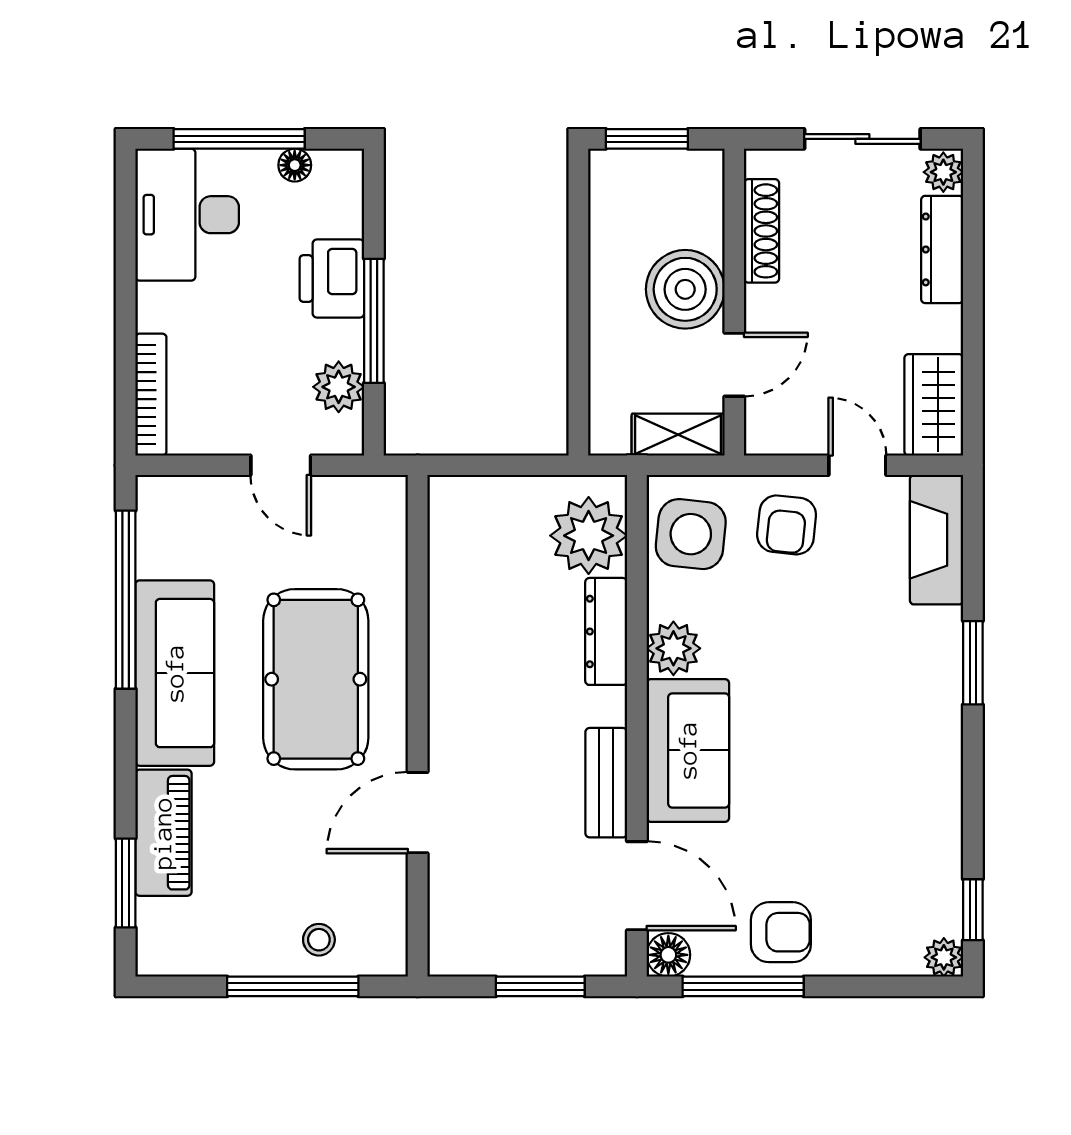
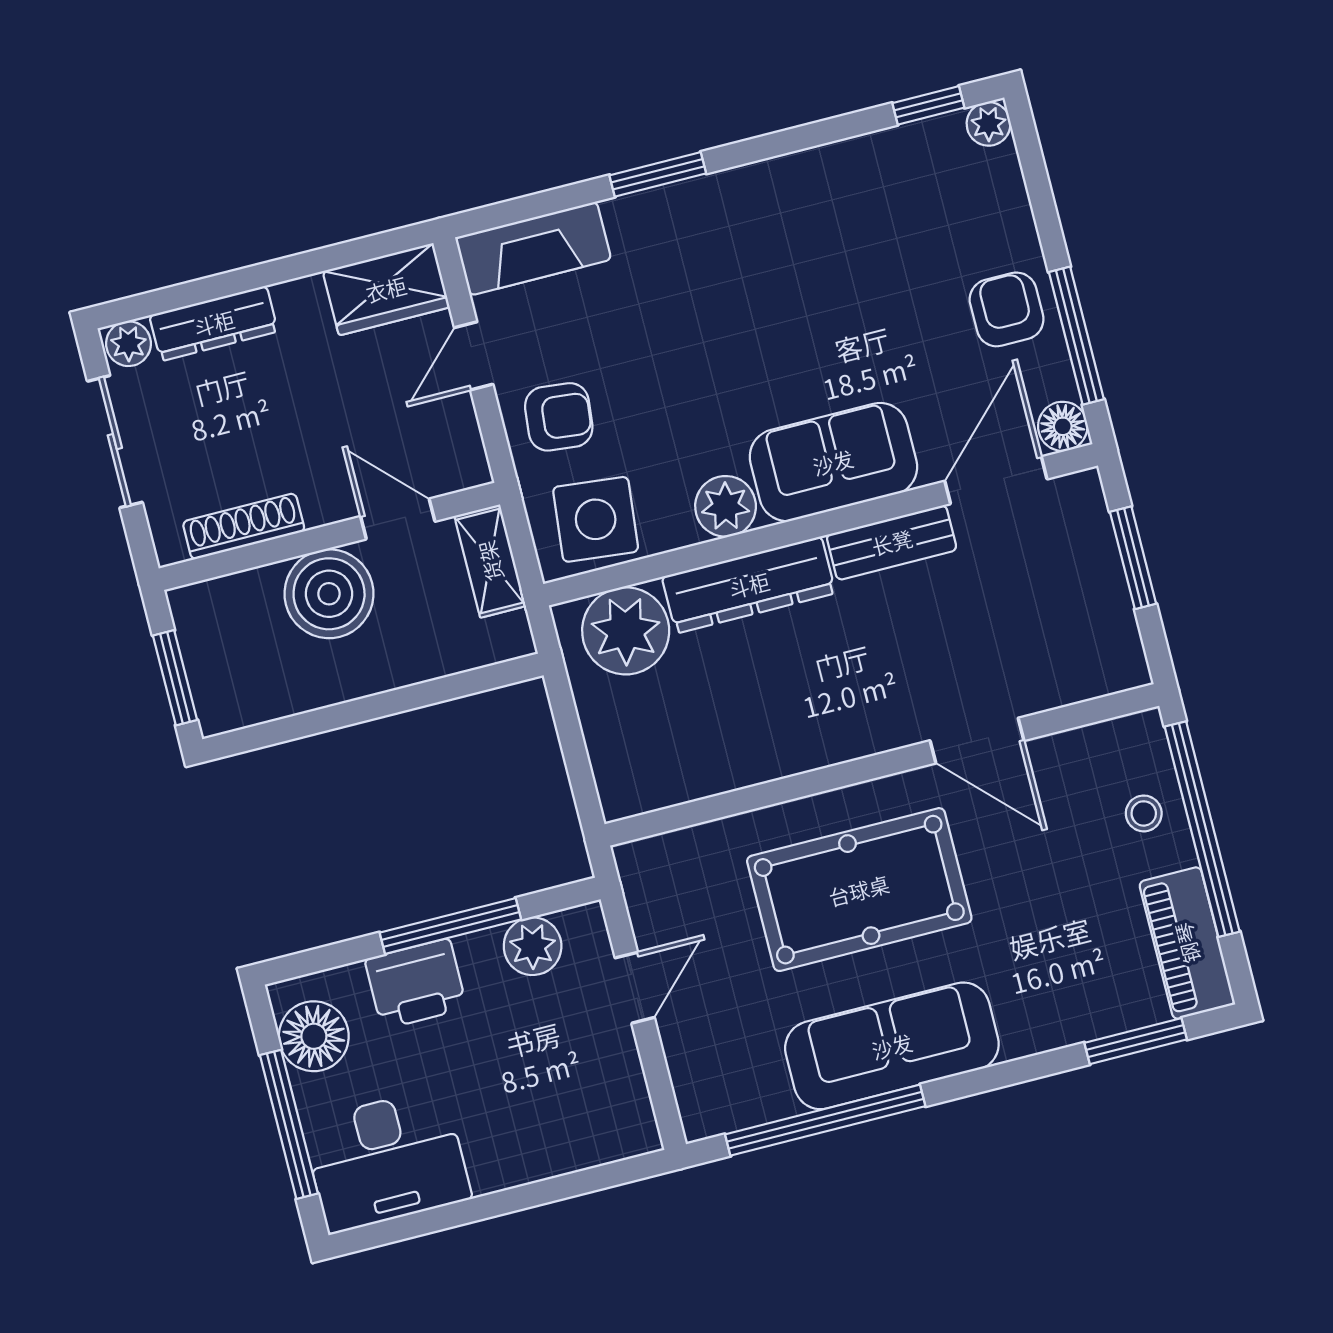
floor lamp: (295, 165) -> (314, 1036), width x1.89, depth x1.89
bookcase: (151, 395) -> (593, 1150), removed
dresser: (606, 631) -> (749, 585), width x1.37, depth x1.24
piano: (163, 833) -> (1187, 943), moved, turned -90
window: (293, 986) -> (1202, 829), width x1.46

